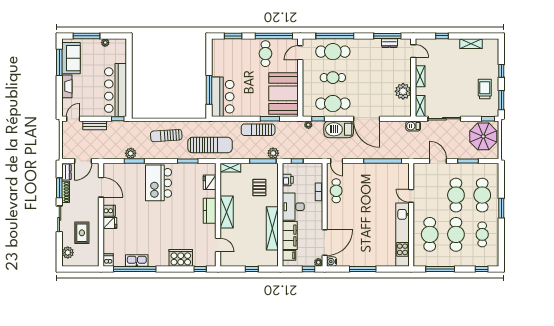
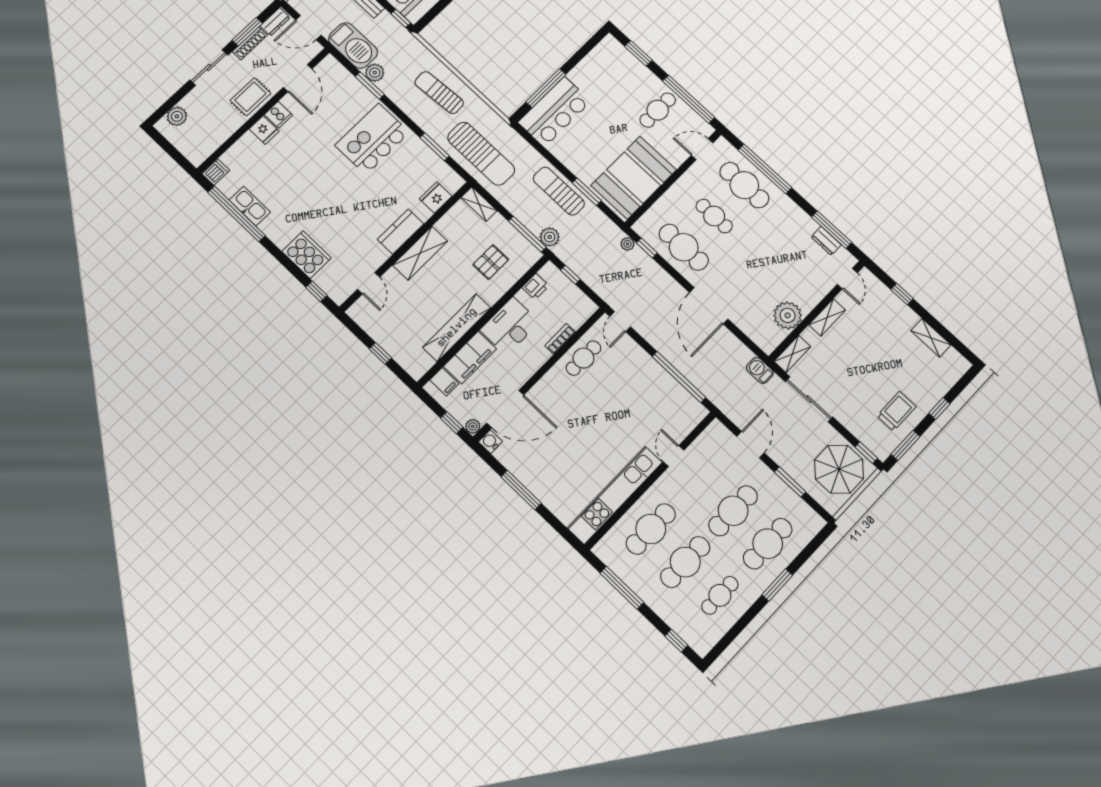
barbecue: (339, 129) -> (353, 45), moved, turned 180
rug: (82, 233) -> (250, 97), moved

